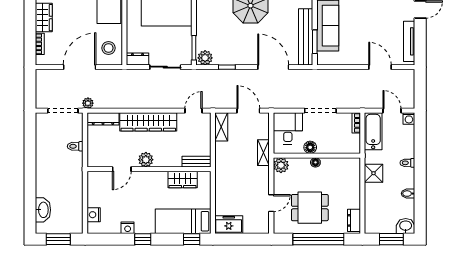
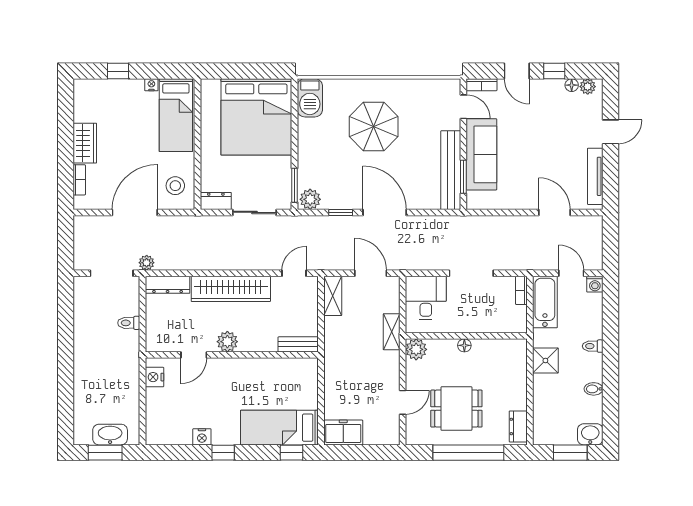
door: (273, 67) -> (385, 212), moved
floor lamp: (310, 147) -> (457, 324), removed
wardrobe: (183, 180) -> (279, 369), removed
washbasin: (43, 210) -> (110, 435), moved, turned -90
nightstand: (94, 215) -> (154, 377), moved

